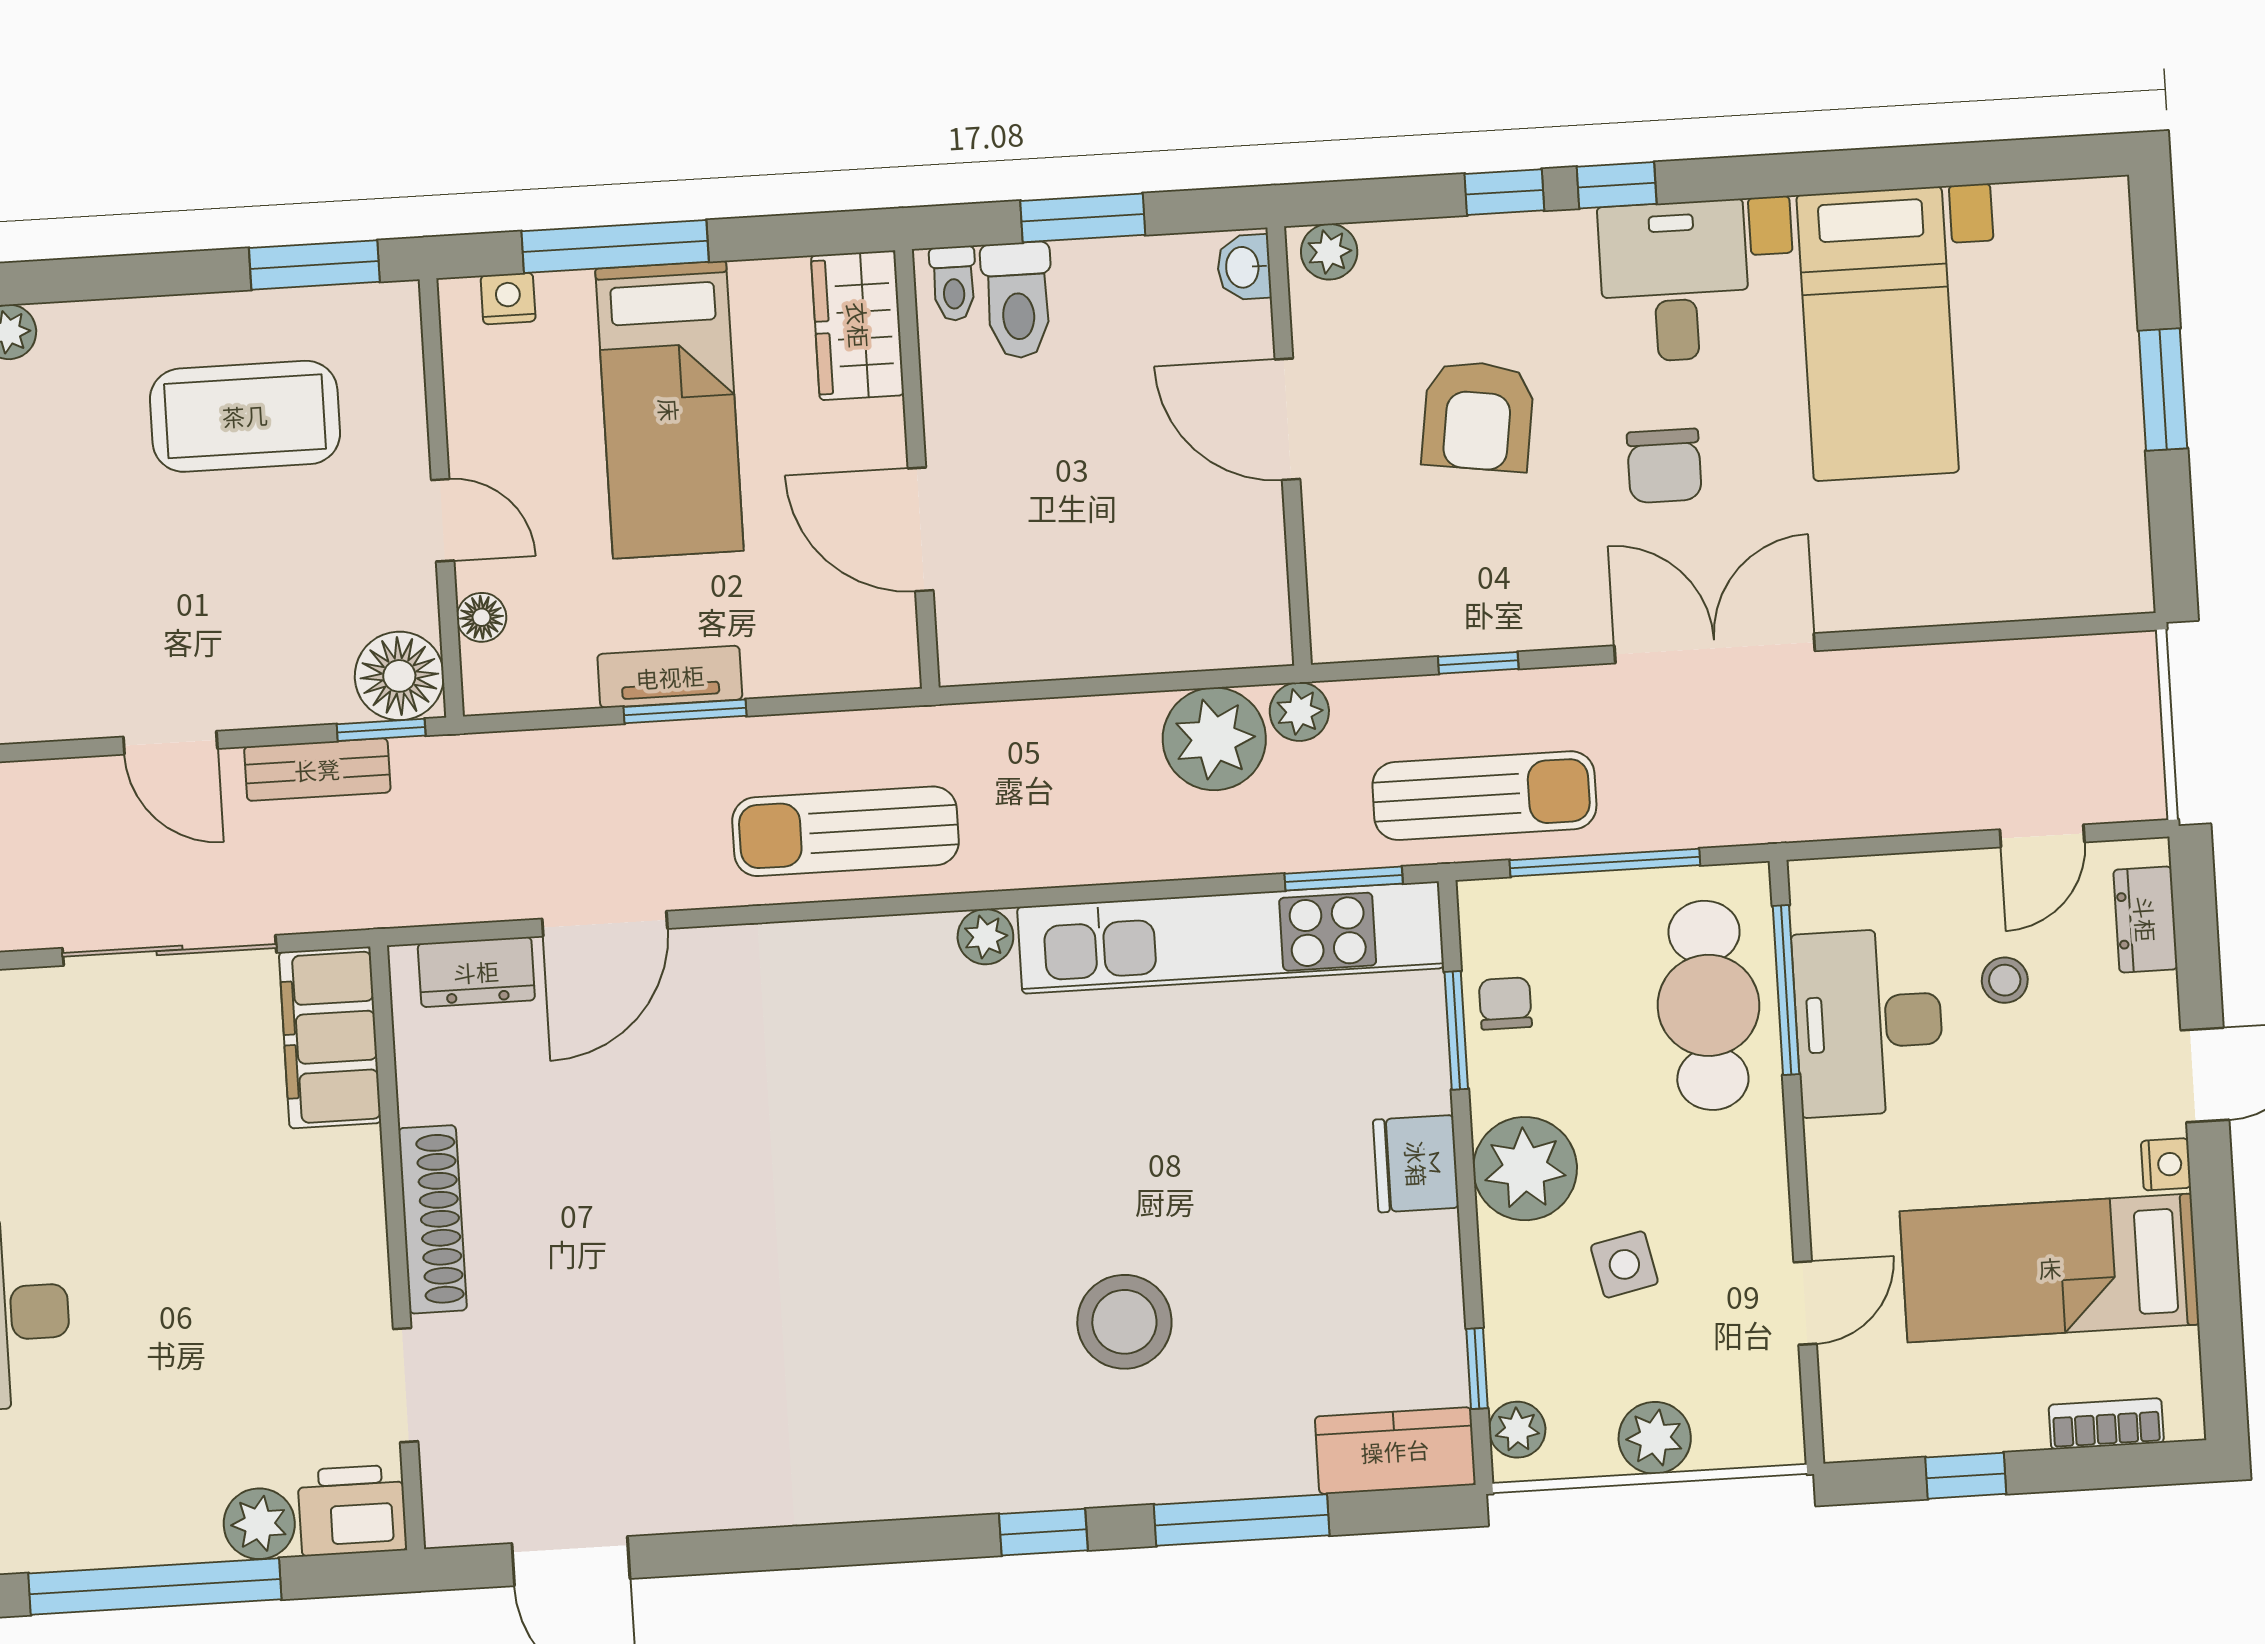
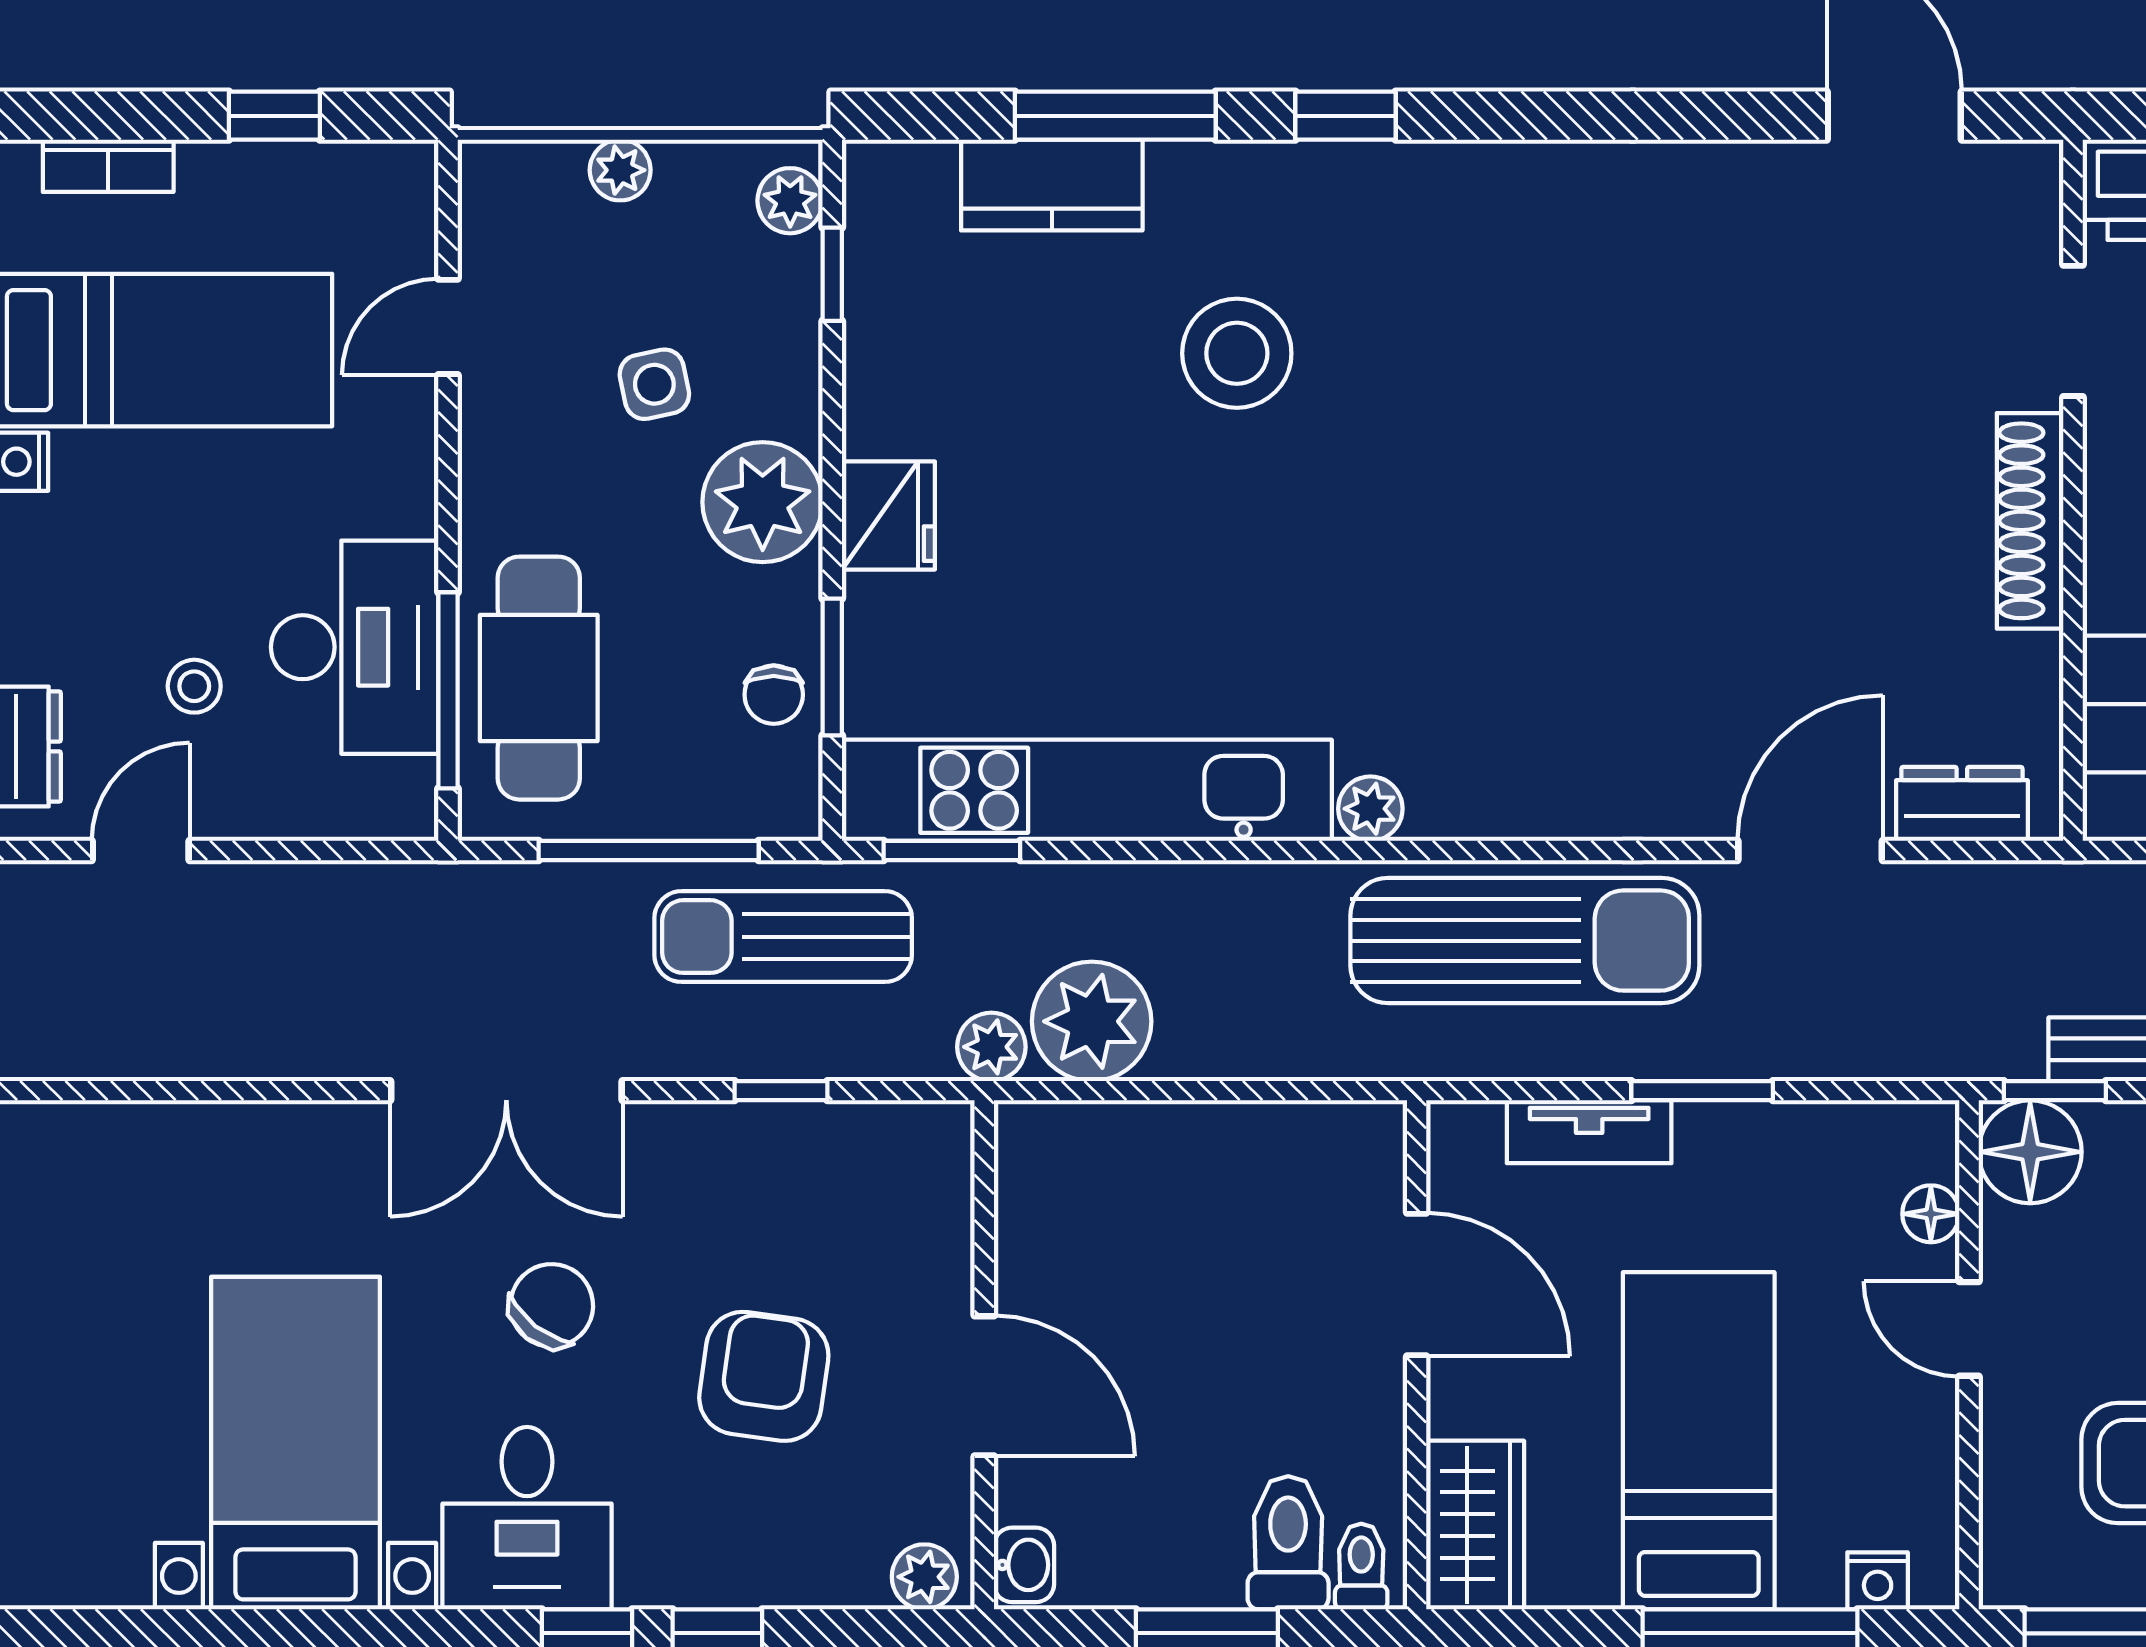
chair: (1664, 466) -> (552, 1305), turned 38
tv unit: (670, 677) -> (1589, 1132), moved
sun lounger: (845, 831) -> (1525, 941), width x1.36, depth x1.34
plant: (1655, 1438) -> (620, 170), width x0.73, depth x0.73
kitchen counter: (1395, 1451) -> (1052, 185), moved

